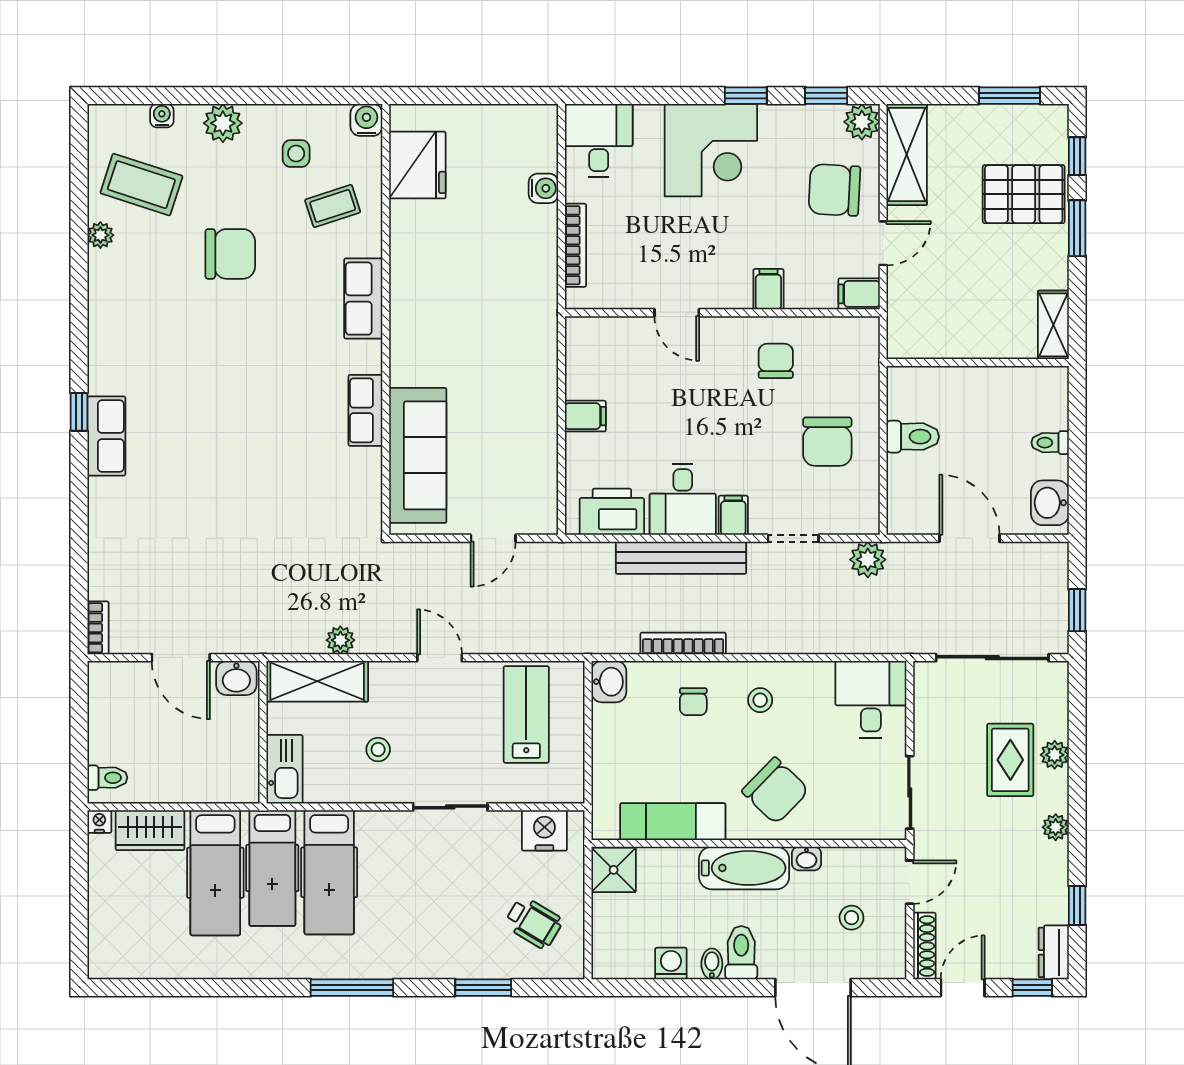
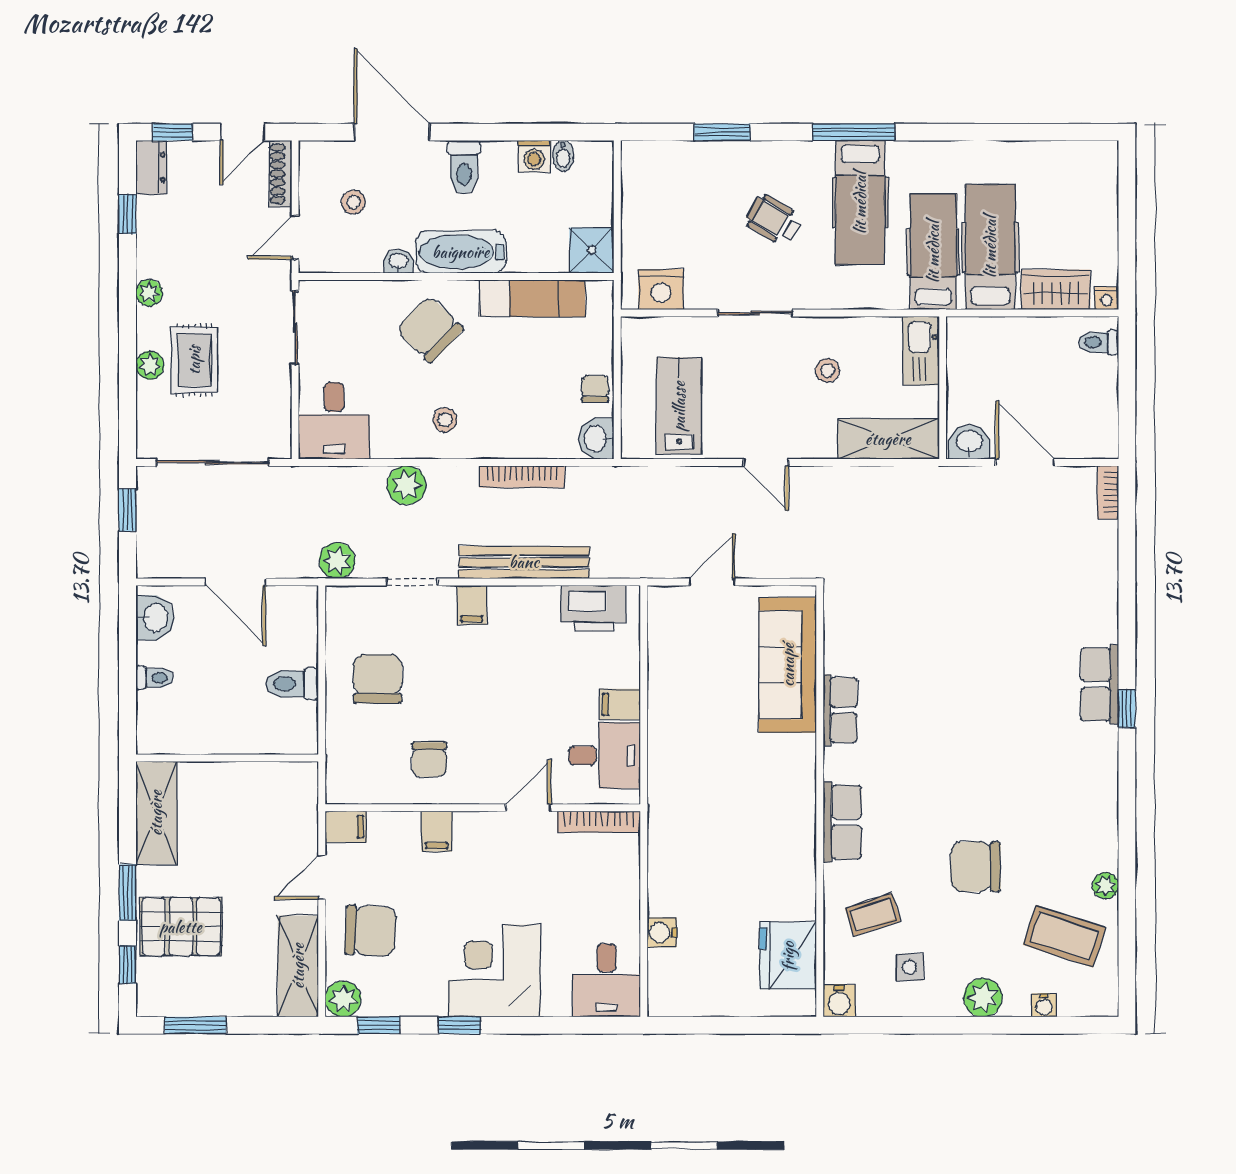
bookcase: (575, 245) -> (599, 822), moved, turned -90
door: (677, 313) -> (528, 808), hinge flipped
shelving: (1053, 325) -> (156, 813), width x1.50, depth x1.33
desk: (683, 499) -> (605, 756), moved, turned 90
plant: (340, 640) -> (407, 485), moved, width x1.38, depth x1.38
chair: (693, 702) -> (595, 389), moved
lab bench: (526, 714) -> (679, 406), turned 180
hospital bed: (329, 872) -> (860, 203), moved, turned 180
wheelchair: (534, 923) -> (774, 220), moved
bidet: (712, 964) -> (563, 156), moved

